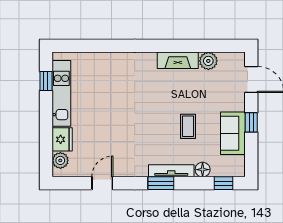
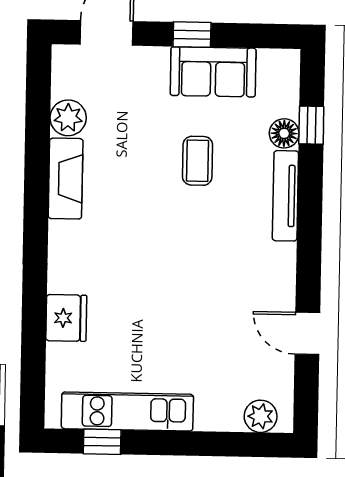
coffee table: (188, 126) -> (198, 161), turned 90
fridge: (62, 139) -> (66, 318), moved, turned 90
window: (161, 183) -> (310, 217), removed
window: (224, 183) -> (311, 125), moved

